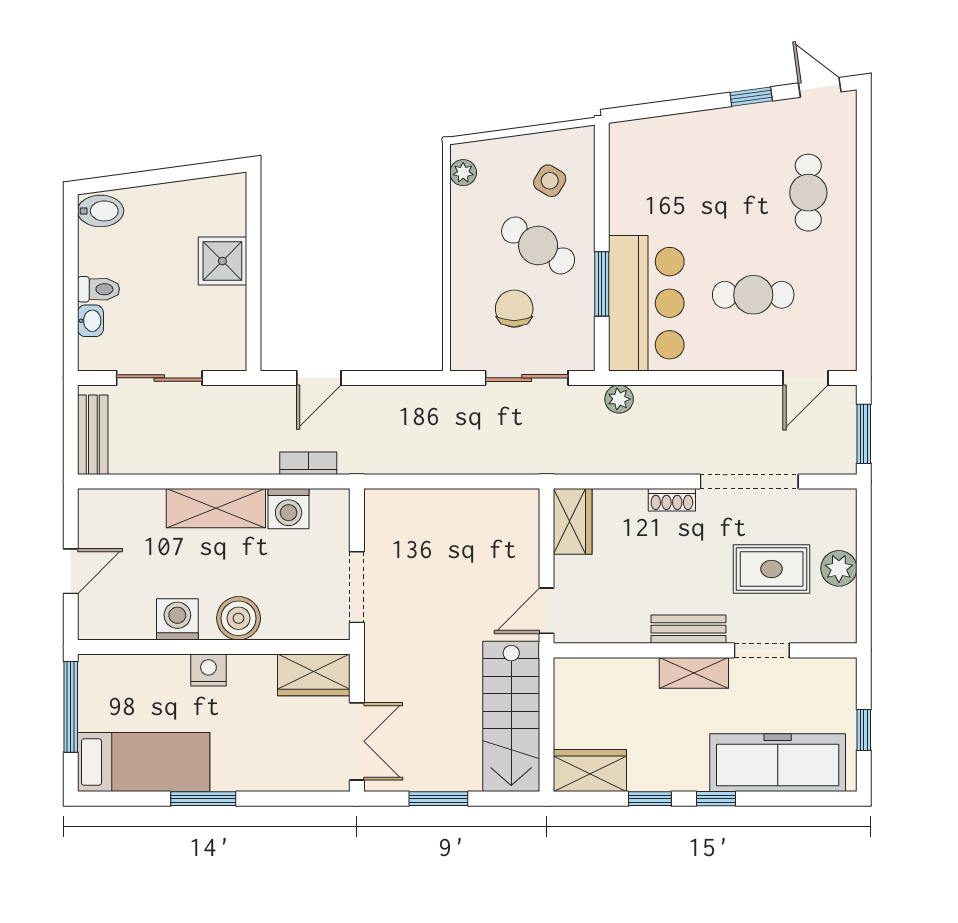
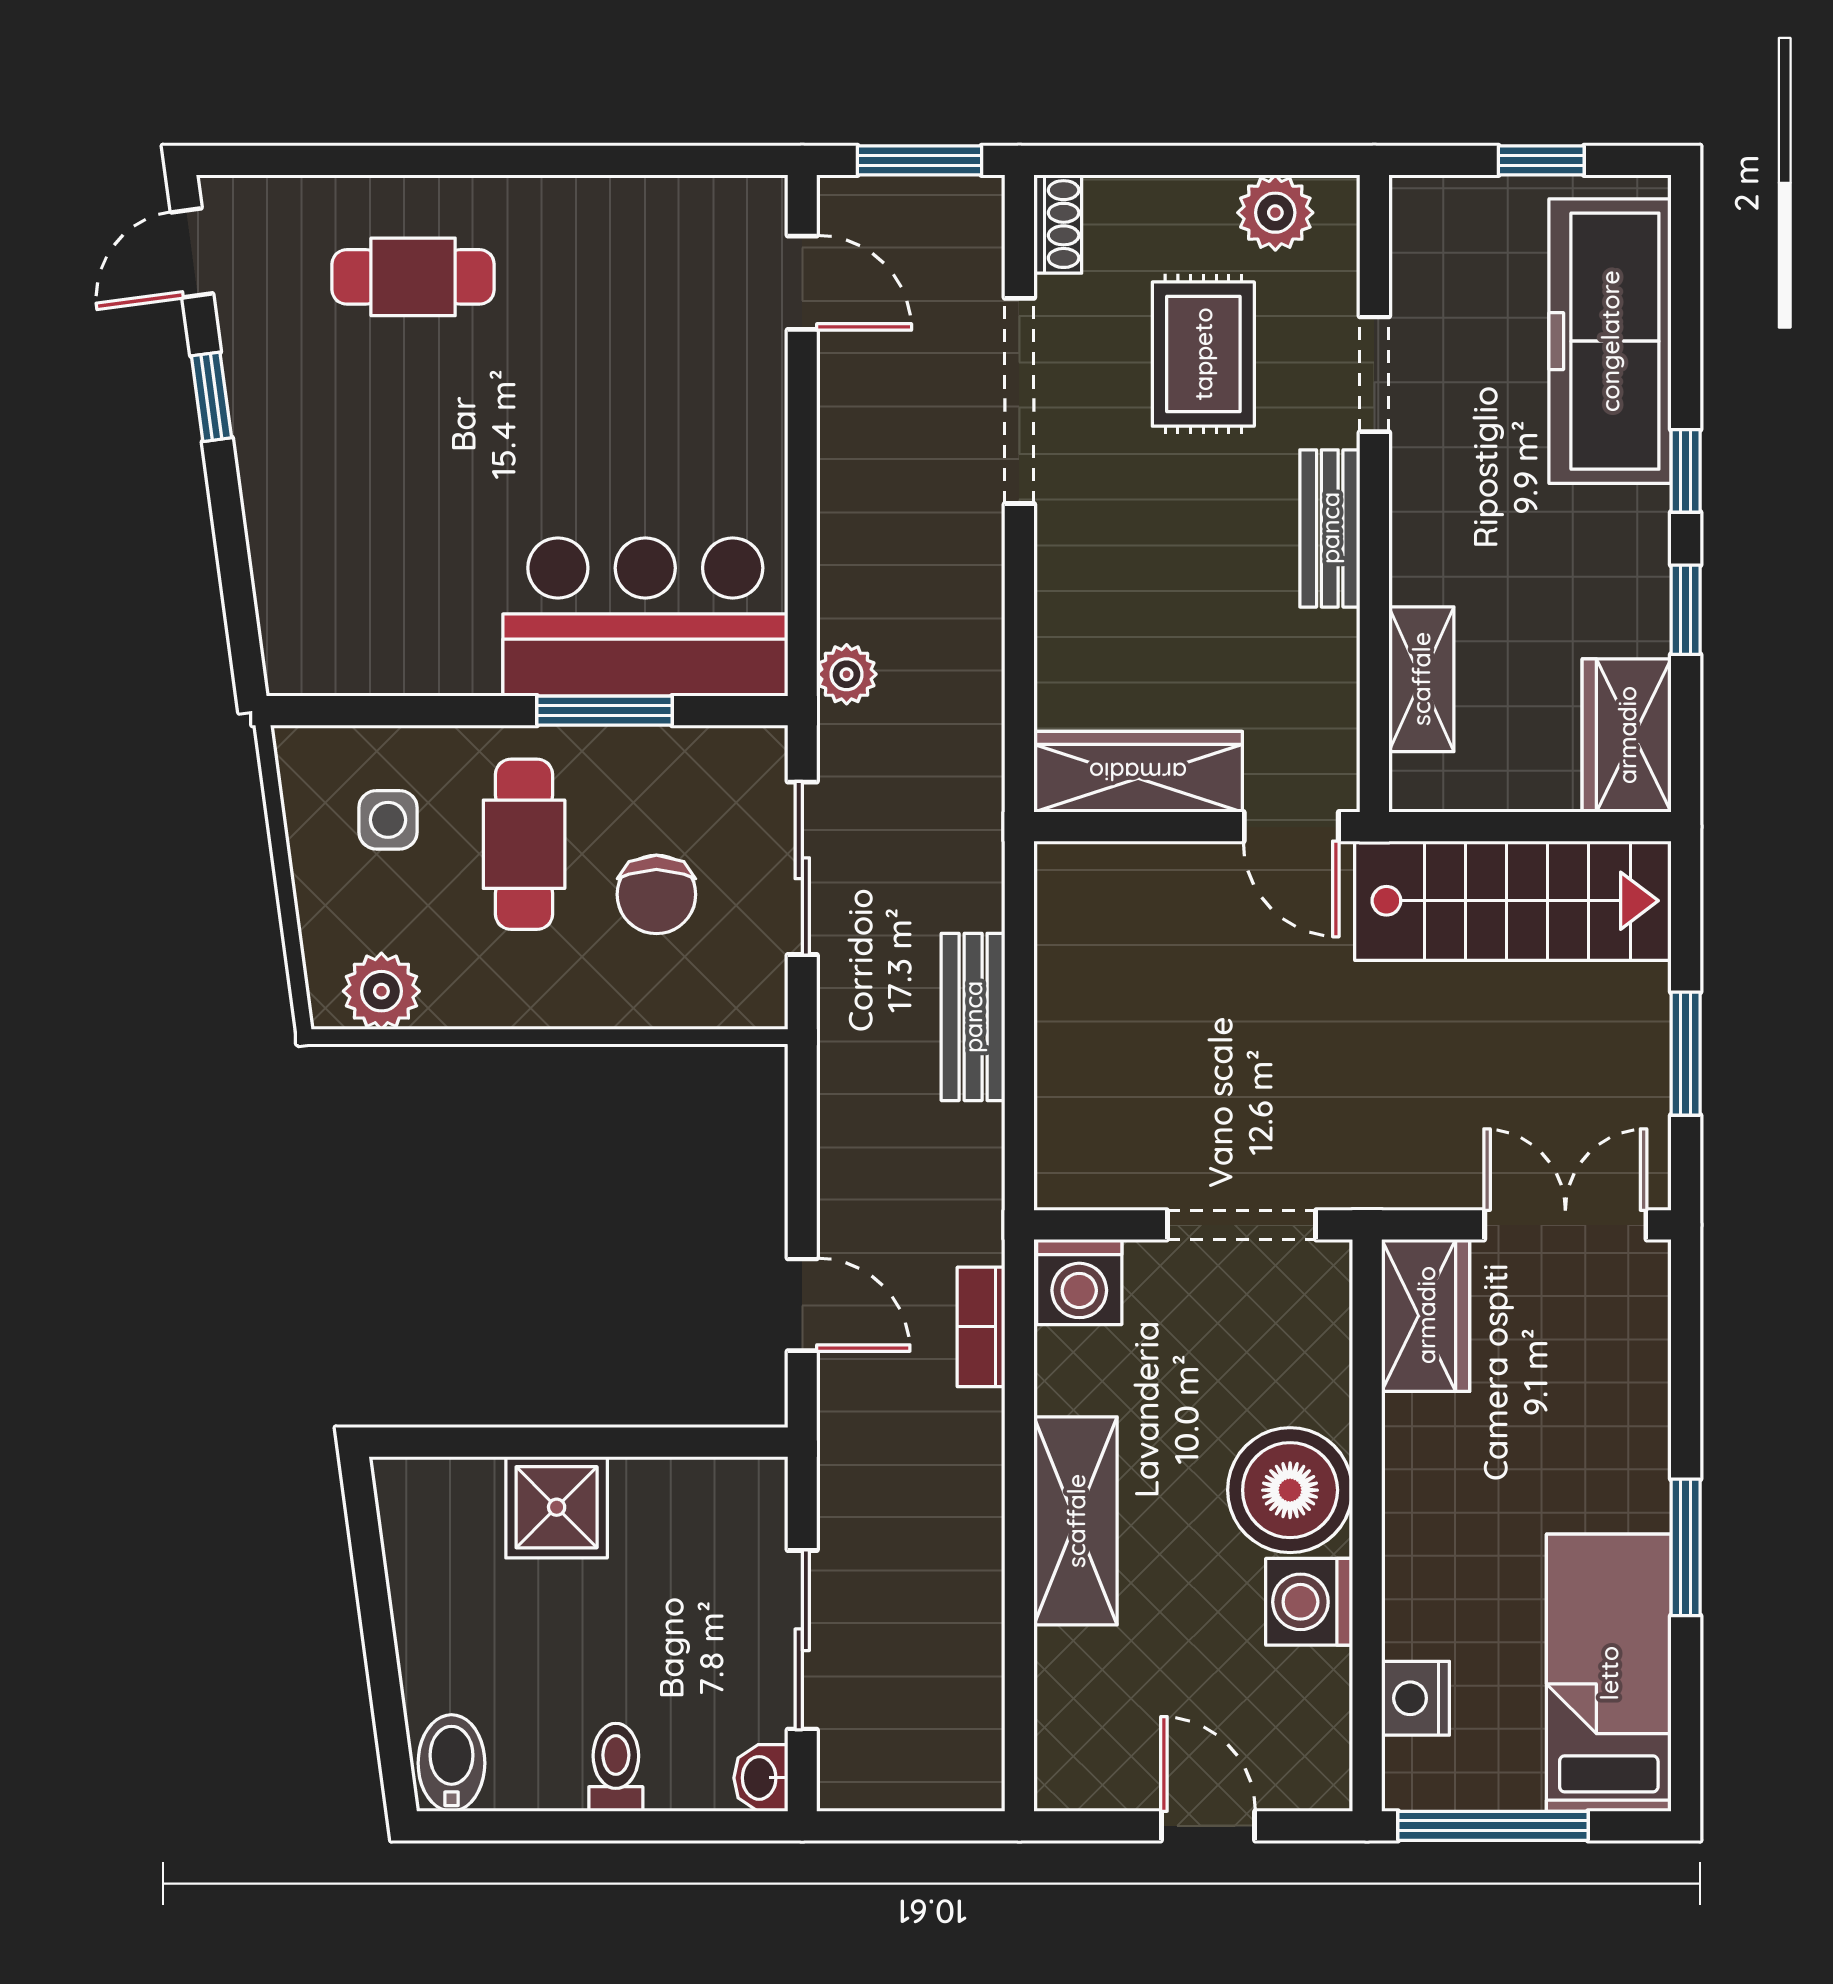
plant: (463, 173) -> (381, 991), width x1.38, depth x1.38
side table: (550, 181) -> (388, 820), turned -31
cafe table: (538, 245) -> (524, 844), turned -33
cafe table: (753, 295) -> (627, 392), removed
chair: (514, 309) -> (656, 894), turned -90
washbasin: (90, 321) -> (761, 1778), moved, turned -90
bench: (93, 435) -> (973, 1017), moved, turned 90
shoe rack: (672, 500) -> (1058, 224), moved
washing machine: (289, 509) -> (1079, 1282), moved, turned 90
wardrobe: (573, 521) -> (1138, 772), width x1.50
plant: (839, 568) -> (1275, 213), moved
boiler: (239, 618) -> (1290, 1490), width x1.37, depth x1.37
nightstand: (208, 670) -> (1415, 1698), moved
shelving: (694, 673) -> (1421, 679), moved

